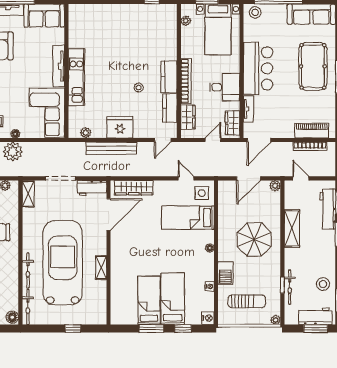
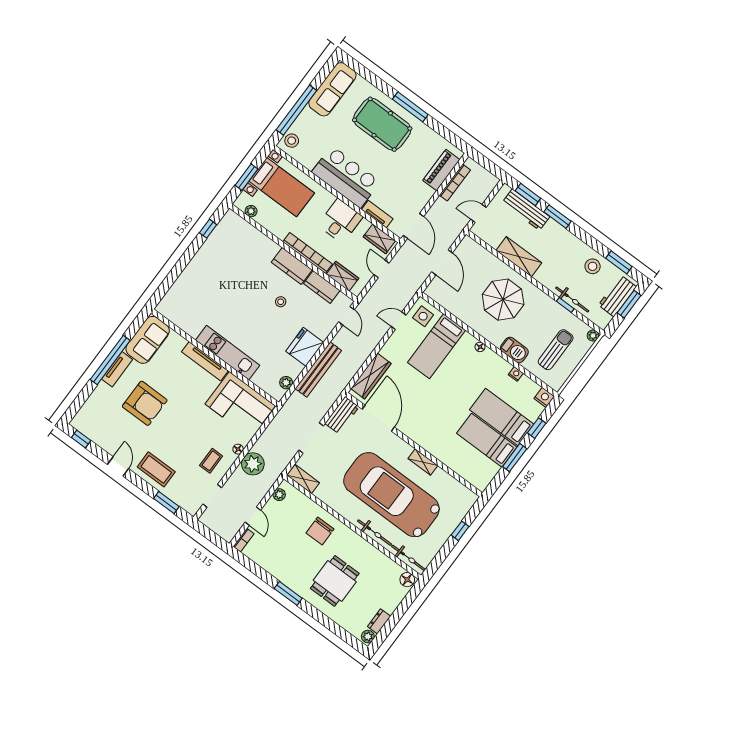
plant: (275, 186) -> (467, 243), removed

